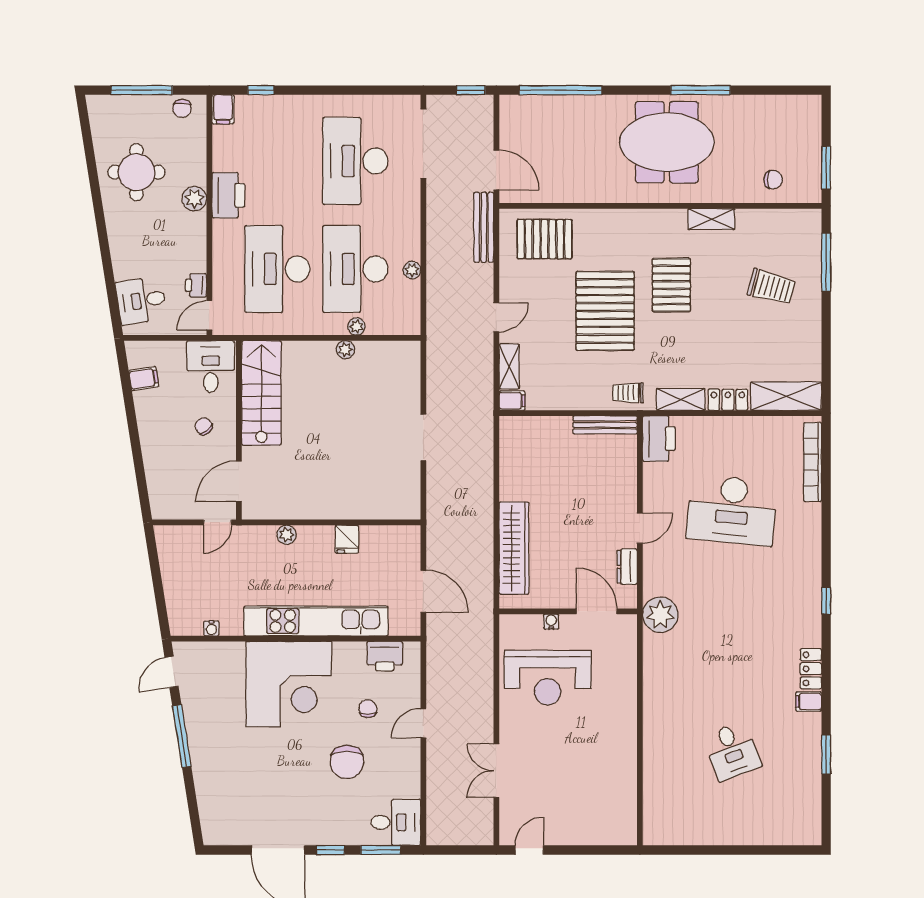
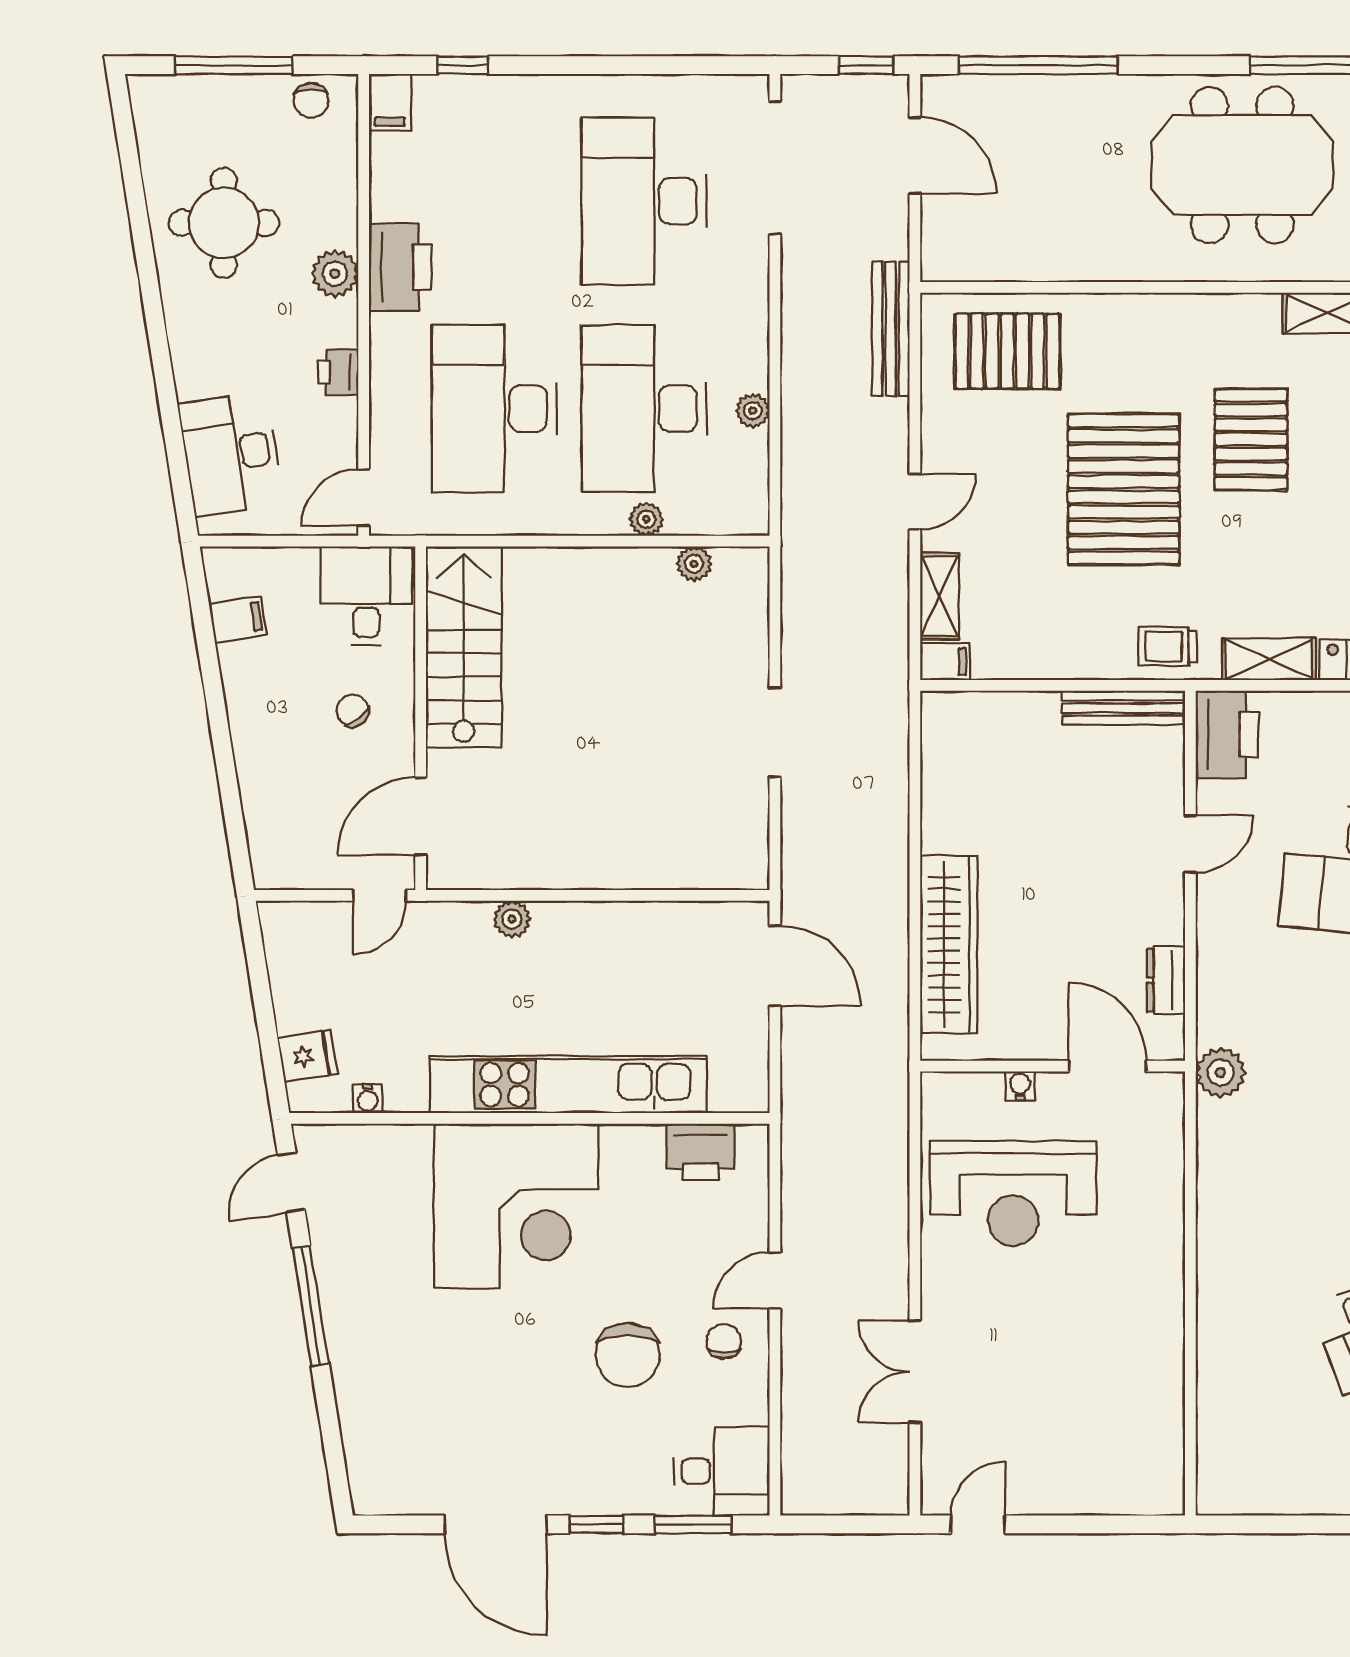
door: (496, 170) -> (915, 155), moved
printer: (196, 285) -> (338, 372), moved
desk: (141, 300) -> (231, 454), width x1.37
plant: (345, 350) -> (694, 564), moved
door: (640, 528) -> (1190, 844), moved
fridge: (347, 539) -> (307, 1056), moved, turned -99
door: (423, 591) -> (775, 966), moved
plant: (660, 615) -> (1221, 1073), width x0.73, depth x0.73
chair: (368, 709) -> (724, 1342), moved

